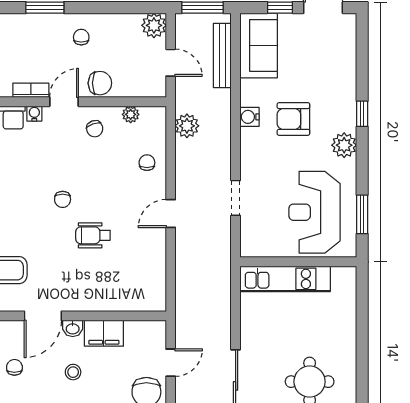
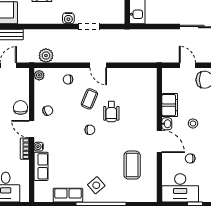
plant: (131, 114) -> (39, 75), moved
water cooler: (249, 117) -> (68, 18), moved
coffee table: (114, 199) -> (89, 99), added

